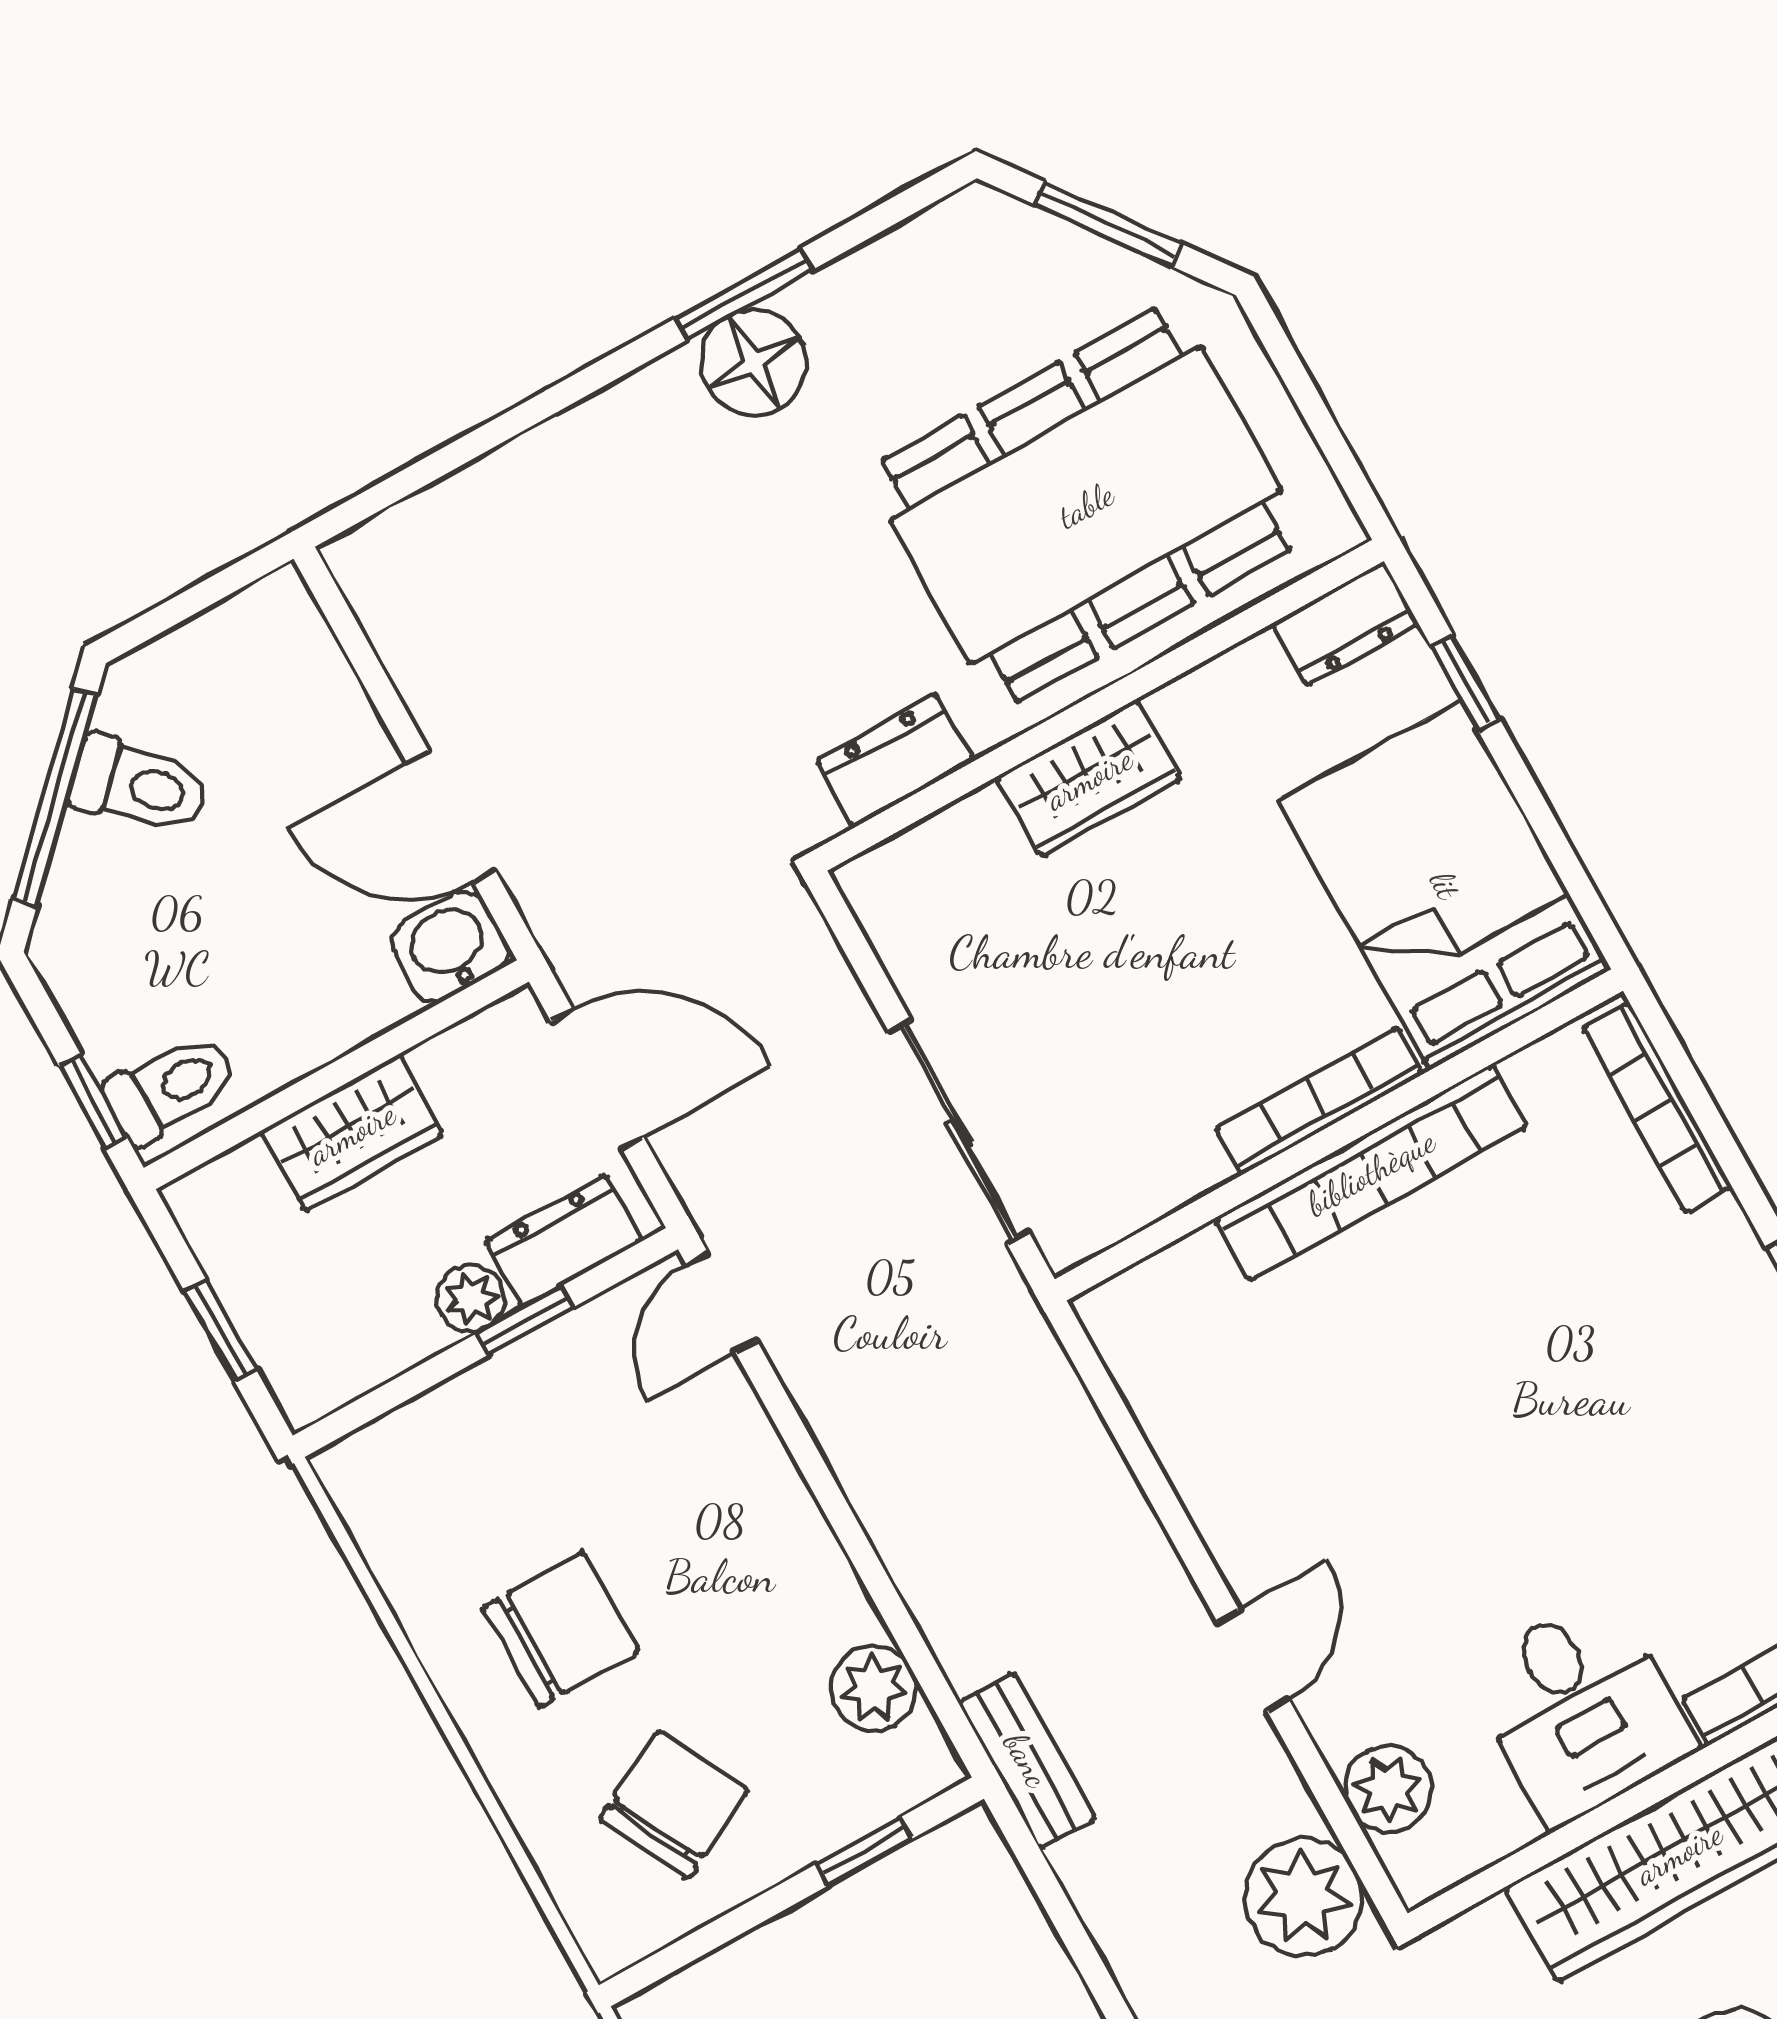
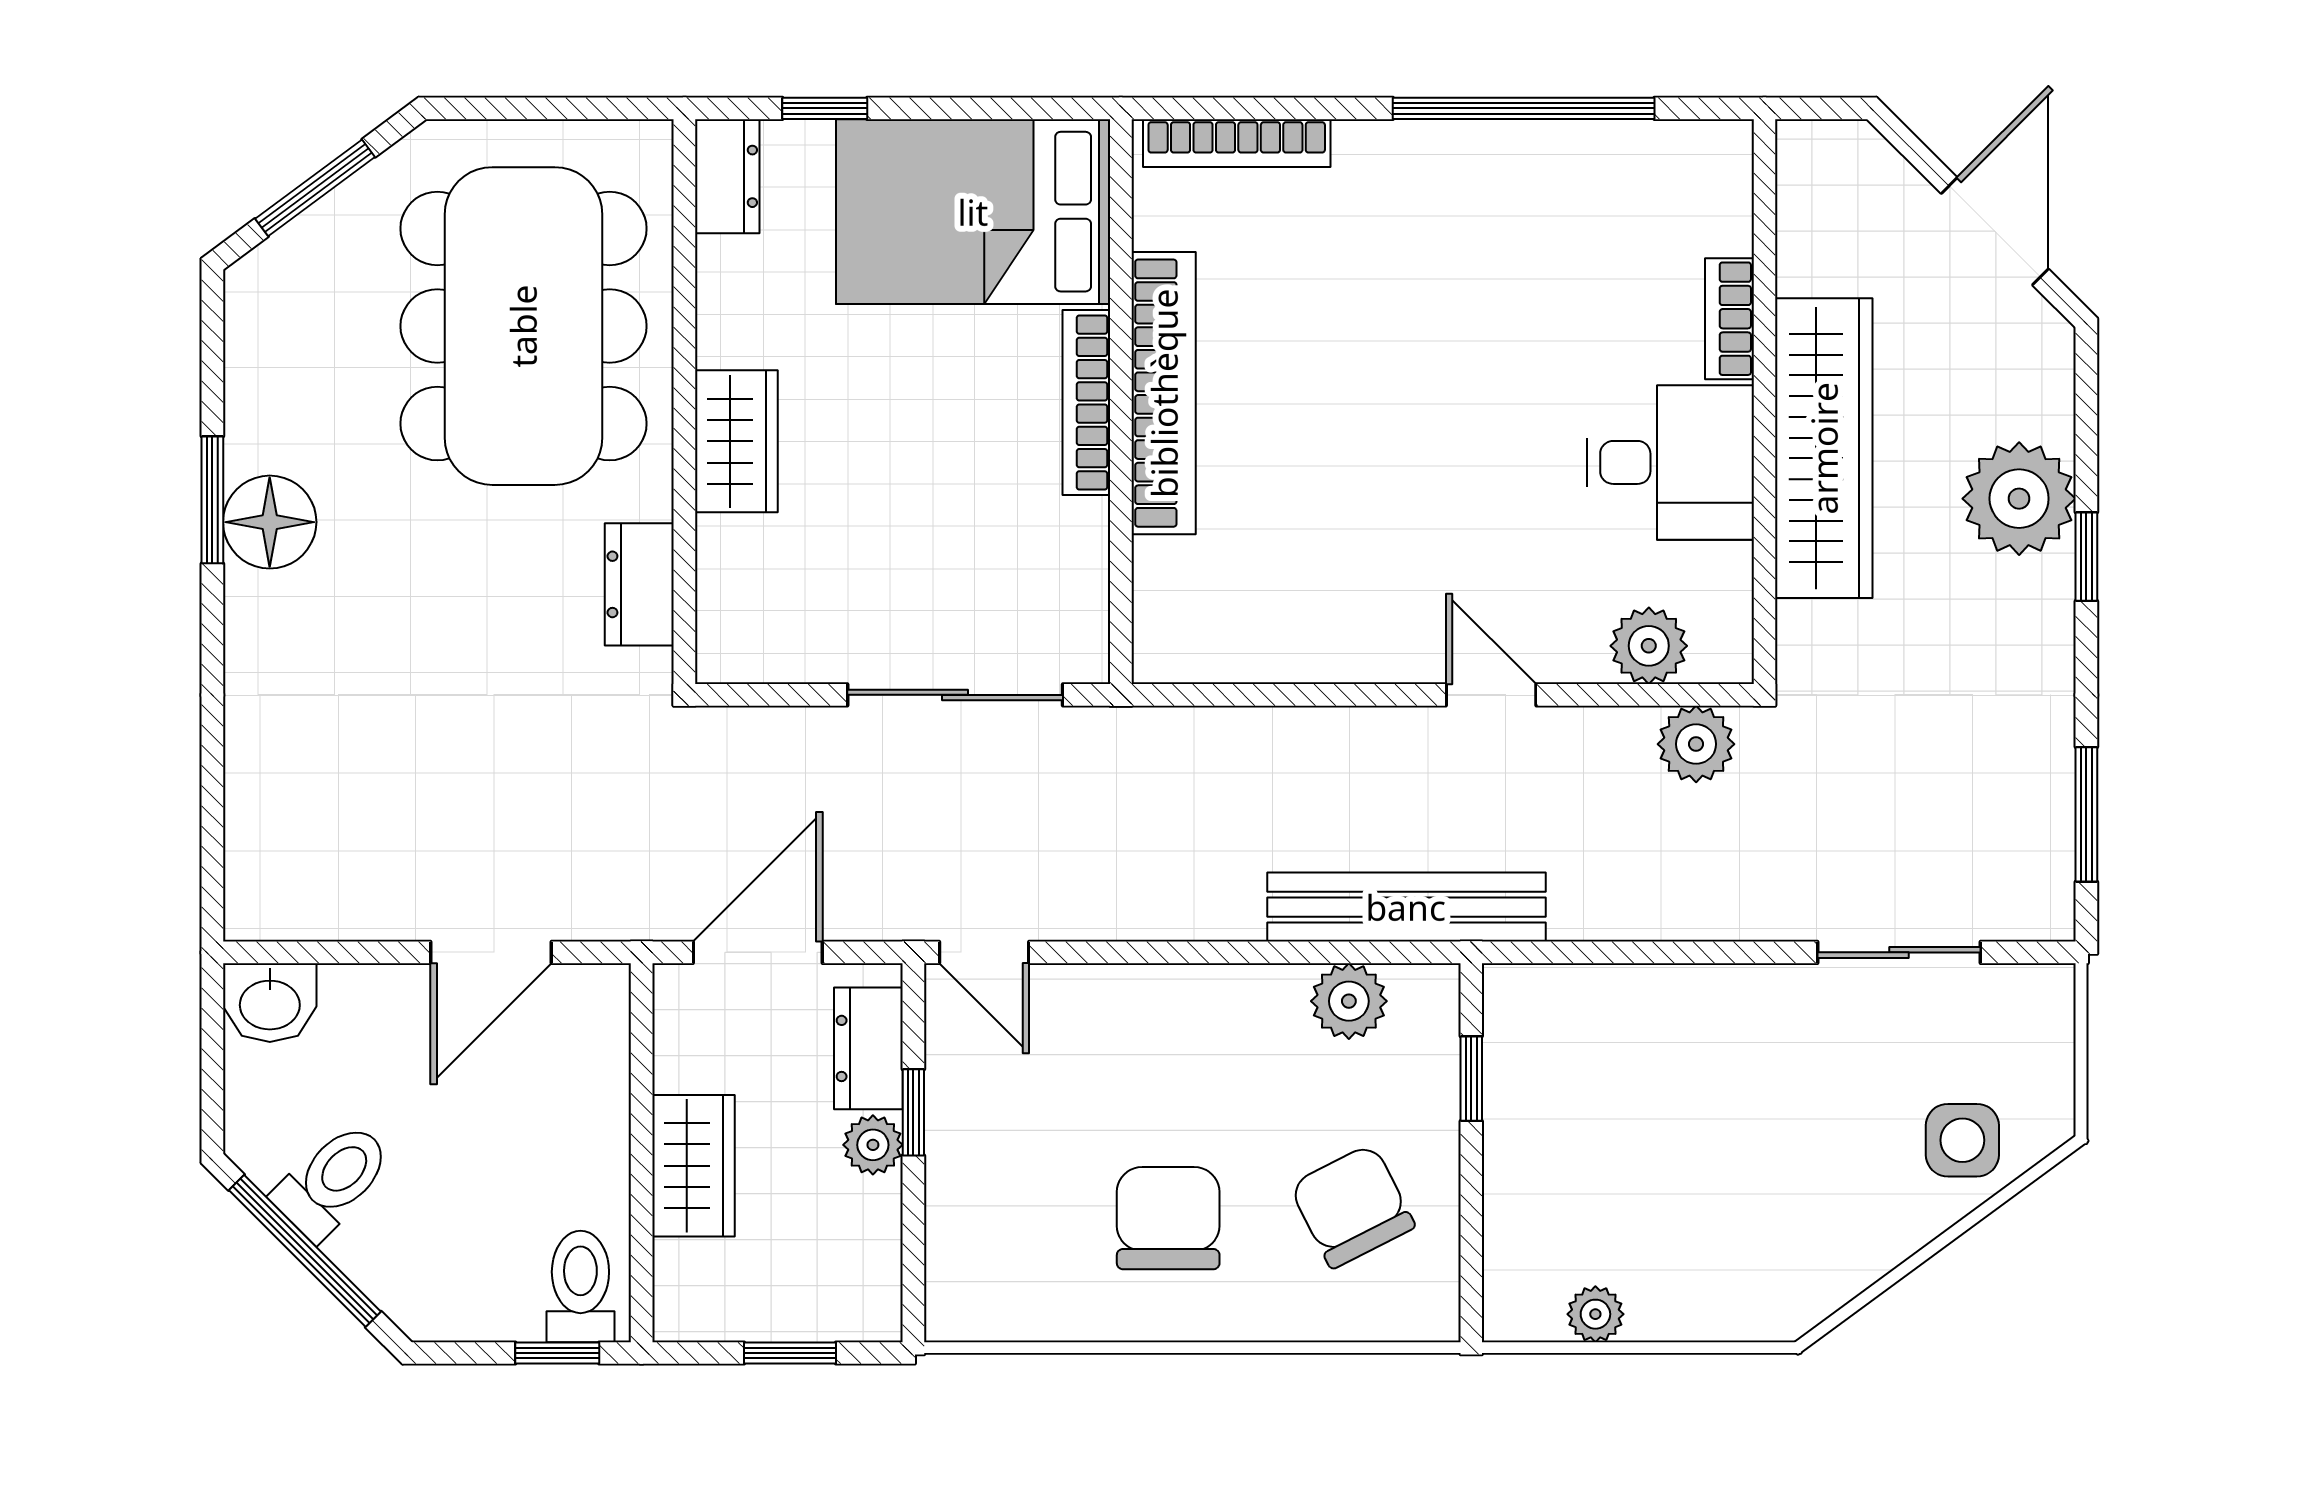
washbasin: (450, 947) -> (270, 1003), moved, turned -90
bench: (1027, 1760) -> (1406, 907), width x1.86, depth x1.21
plant: (1303, 1897) -> (1696, 744), width x0.73, depth x0.73

